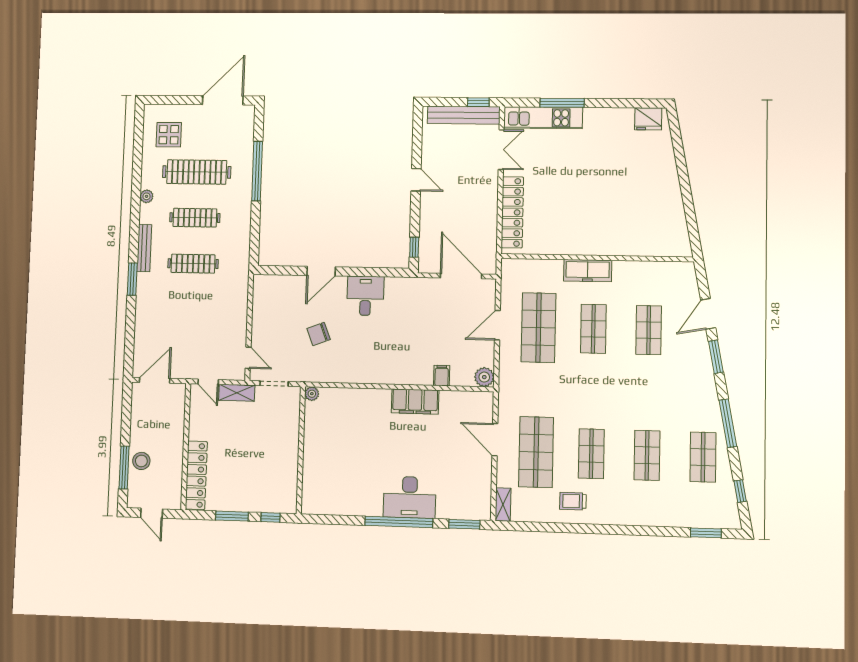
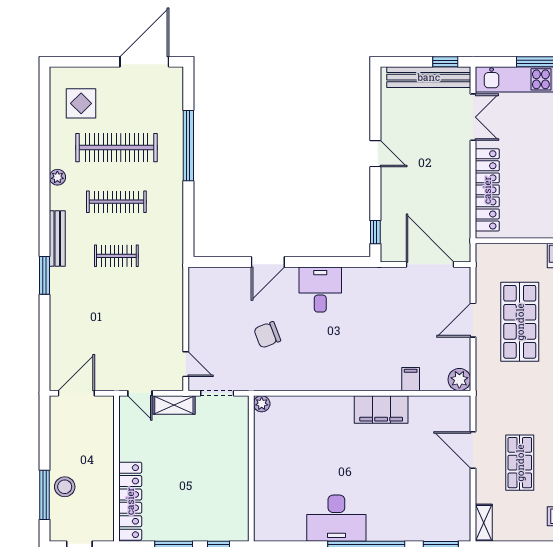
clothes rail: (193, 264) -> (116, 256), width x0.73
shop shelf: (536, 452) -> (520, 463), width x0.70, depth x0.74
desk: (410, 497) -> (336, 518), moved

